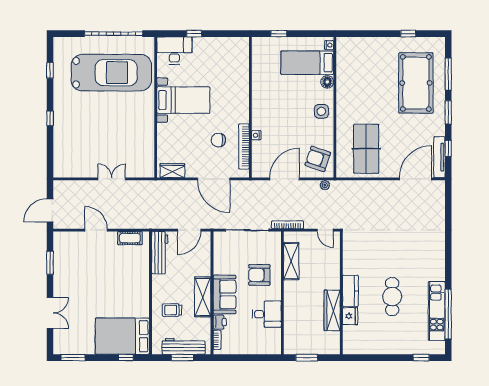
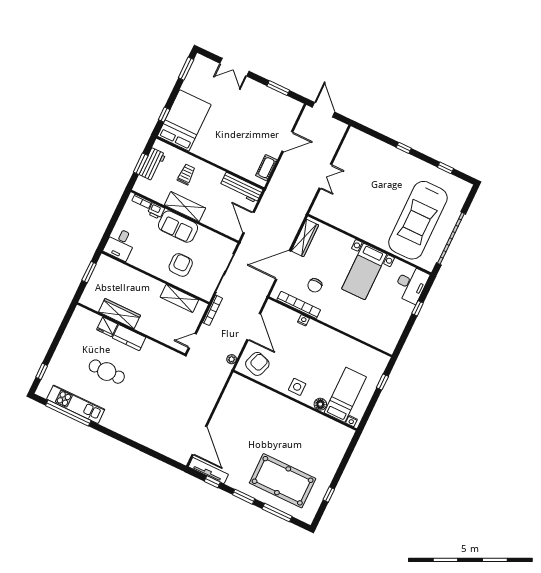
chair: (218, 140) -> (315, 285), turned 180
table tennis table: (366, 149) -> (246, 410), removed
wardrobe: (172, 171) -> (305, 238), width x1.50
desk: (267, 314) -> (120, 244), moved
workbench: (184, 346) -> (152, 164), width x0.73

